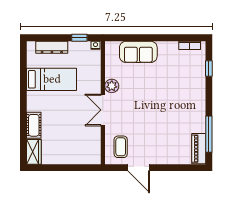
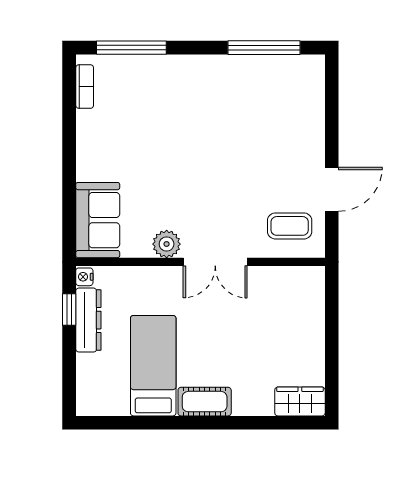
dresser: (52, 47) -> (88, 320), moved
sofa: (138, 52) -> (98, 220), moved
window: (209, 69) -> (131, 48), width x2.17
cot: (34, 125) -> (205, 402), moved
piano: (199, 149) -> (293, 68), removed

